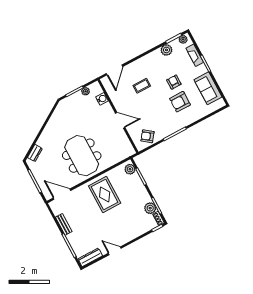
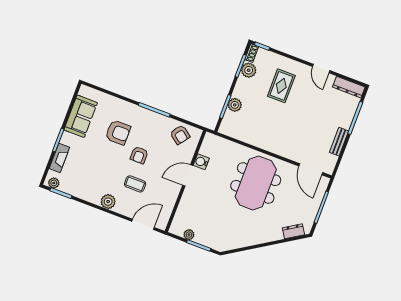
plant: (166, 50) -> (108, 202), moved
armchair: (174, 82) -> (139, 155), moved
water cooler: (102, 99) -> (201, 162), moved
door: (120, 120) -> (188, 175), hinge flipped
plant: (130, 169) -> (235, 105), moved
rug: (105, 195) -> (281, 86), moved, width x0.73, depth x0.70

